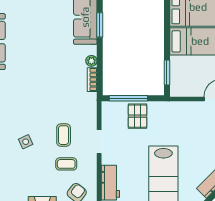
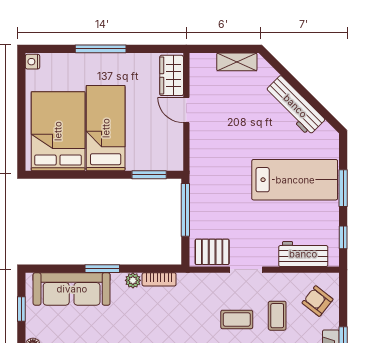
window: (100, 25) -> (102, 269), moved
window: (128, 98) -> (185, 210), moved
pallet: (137, 116) -> (212, 252), moved

